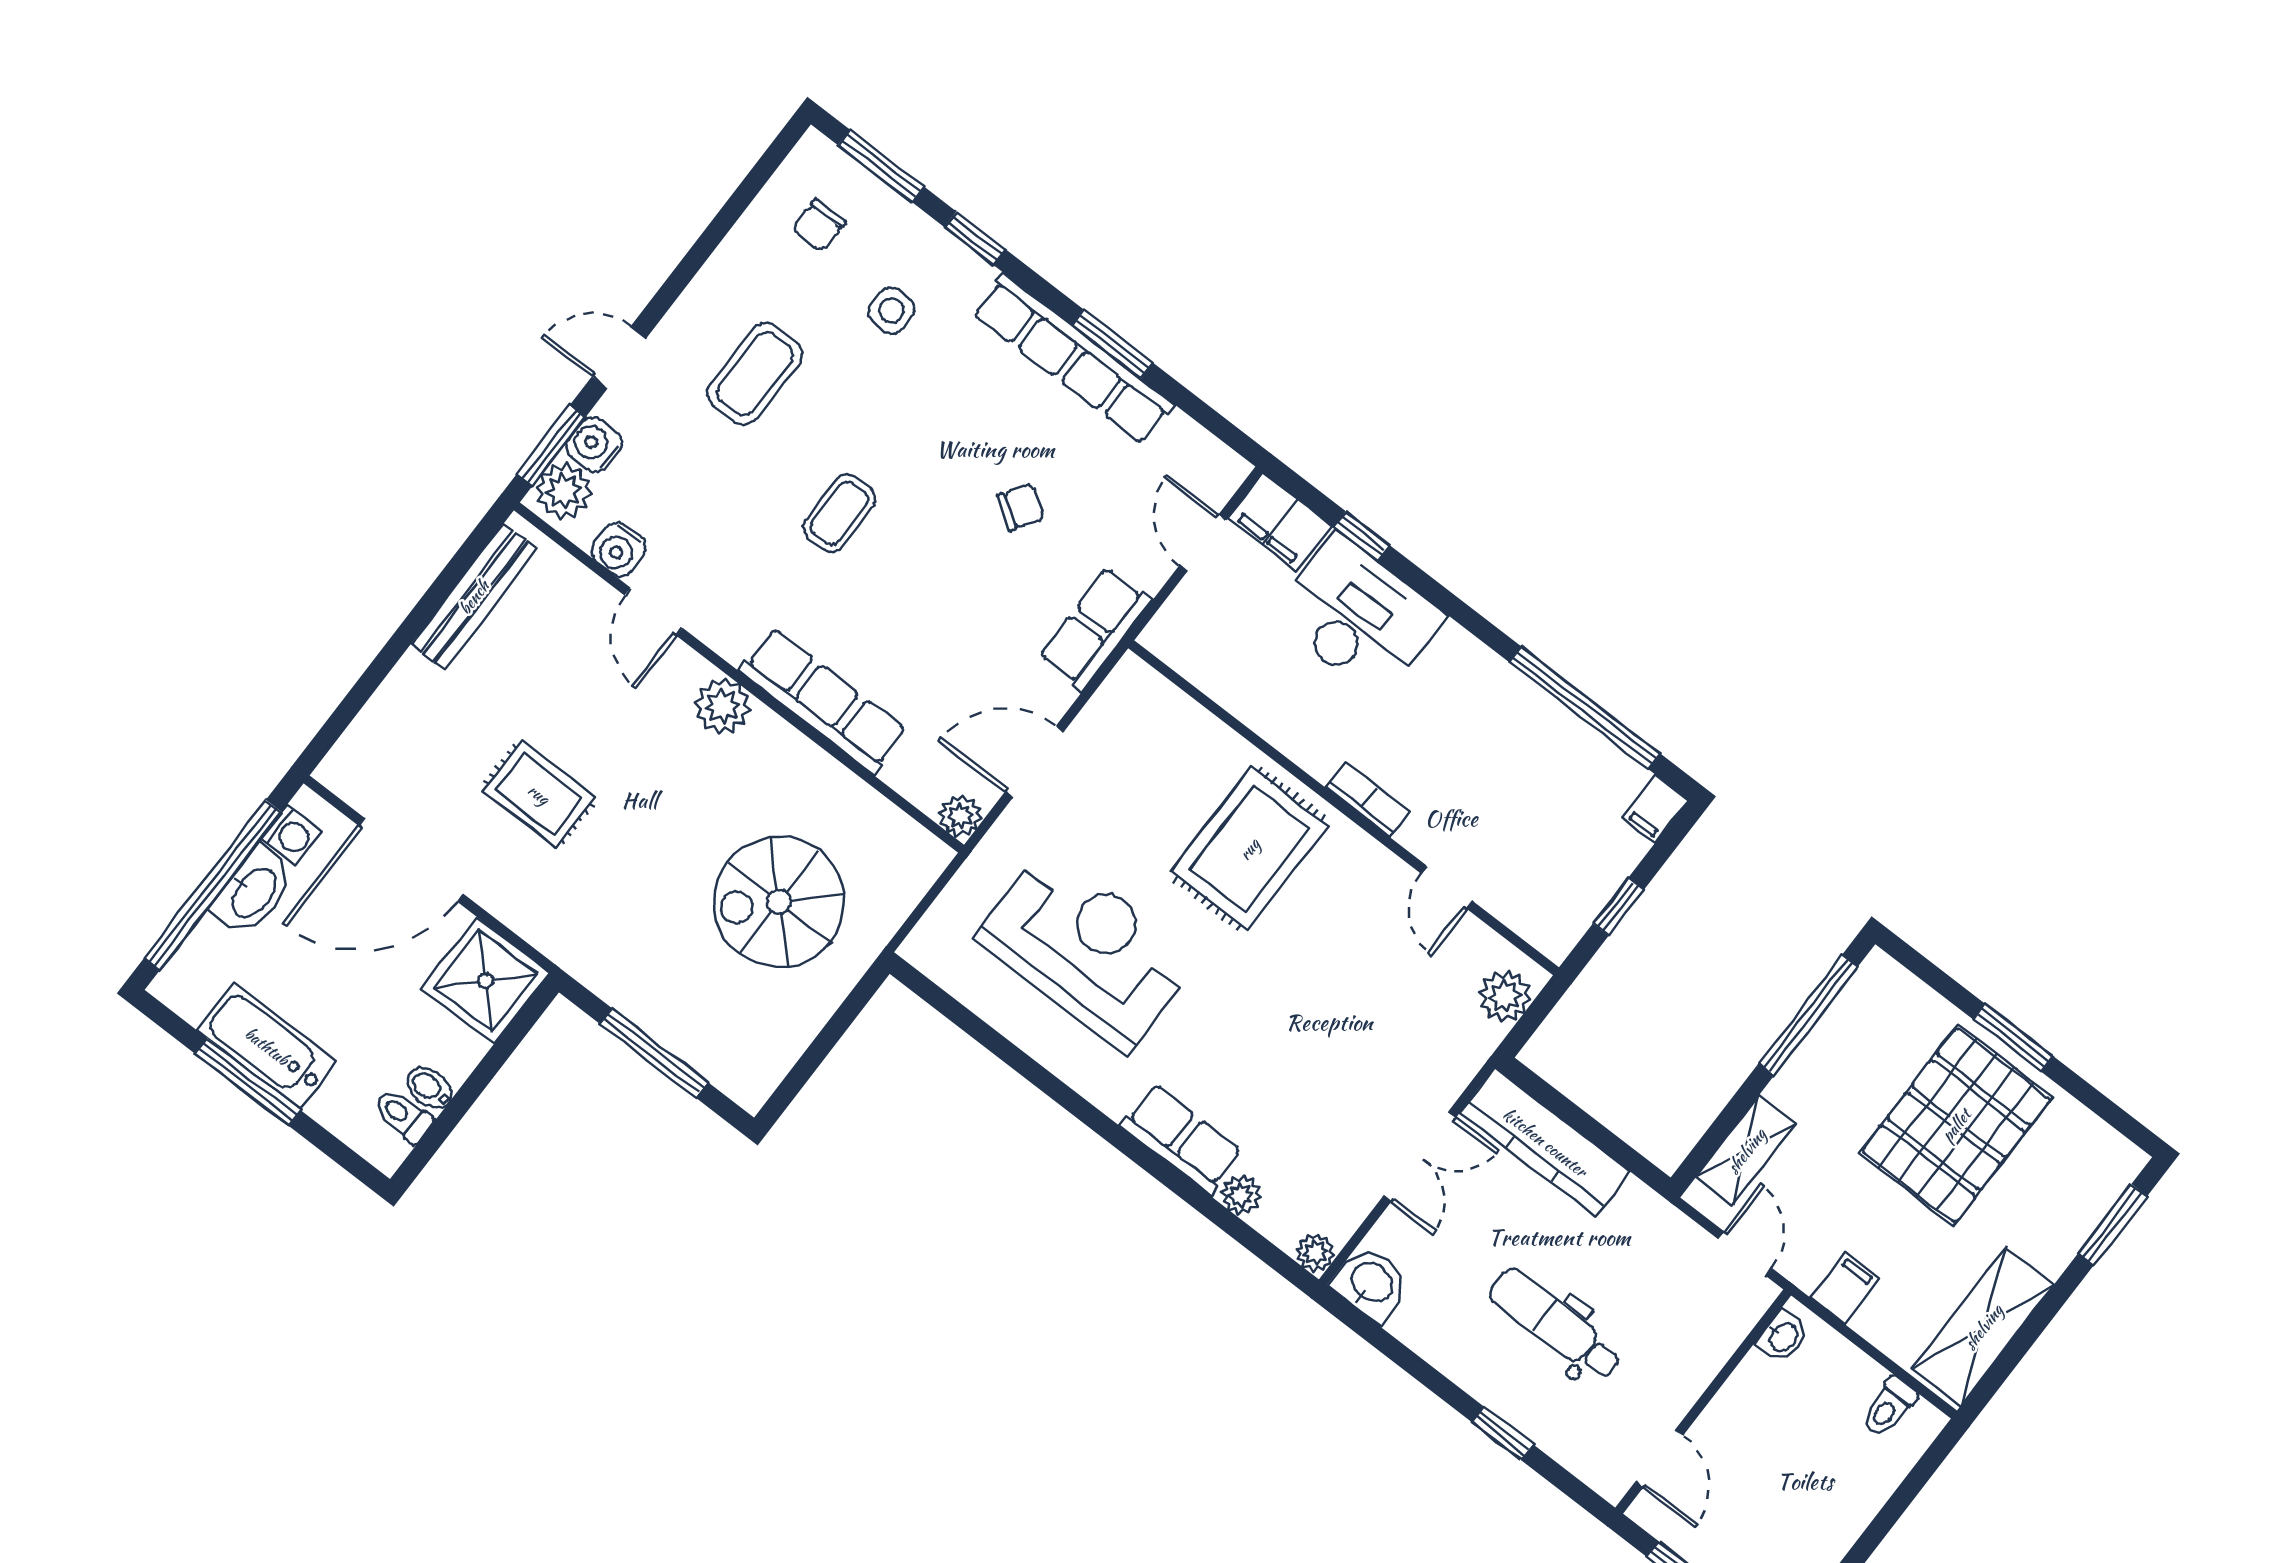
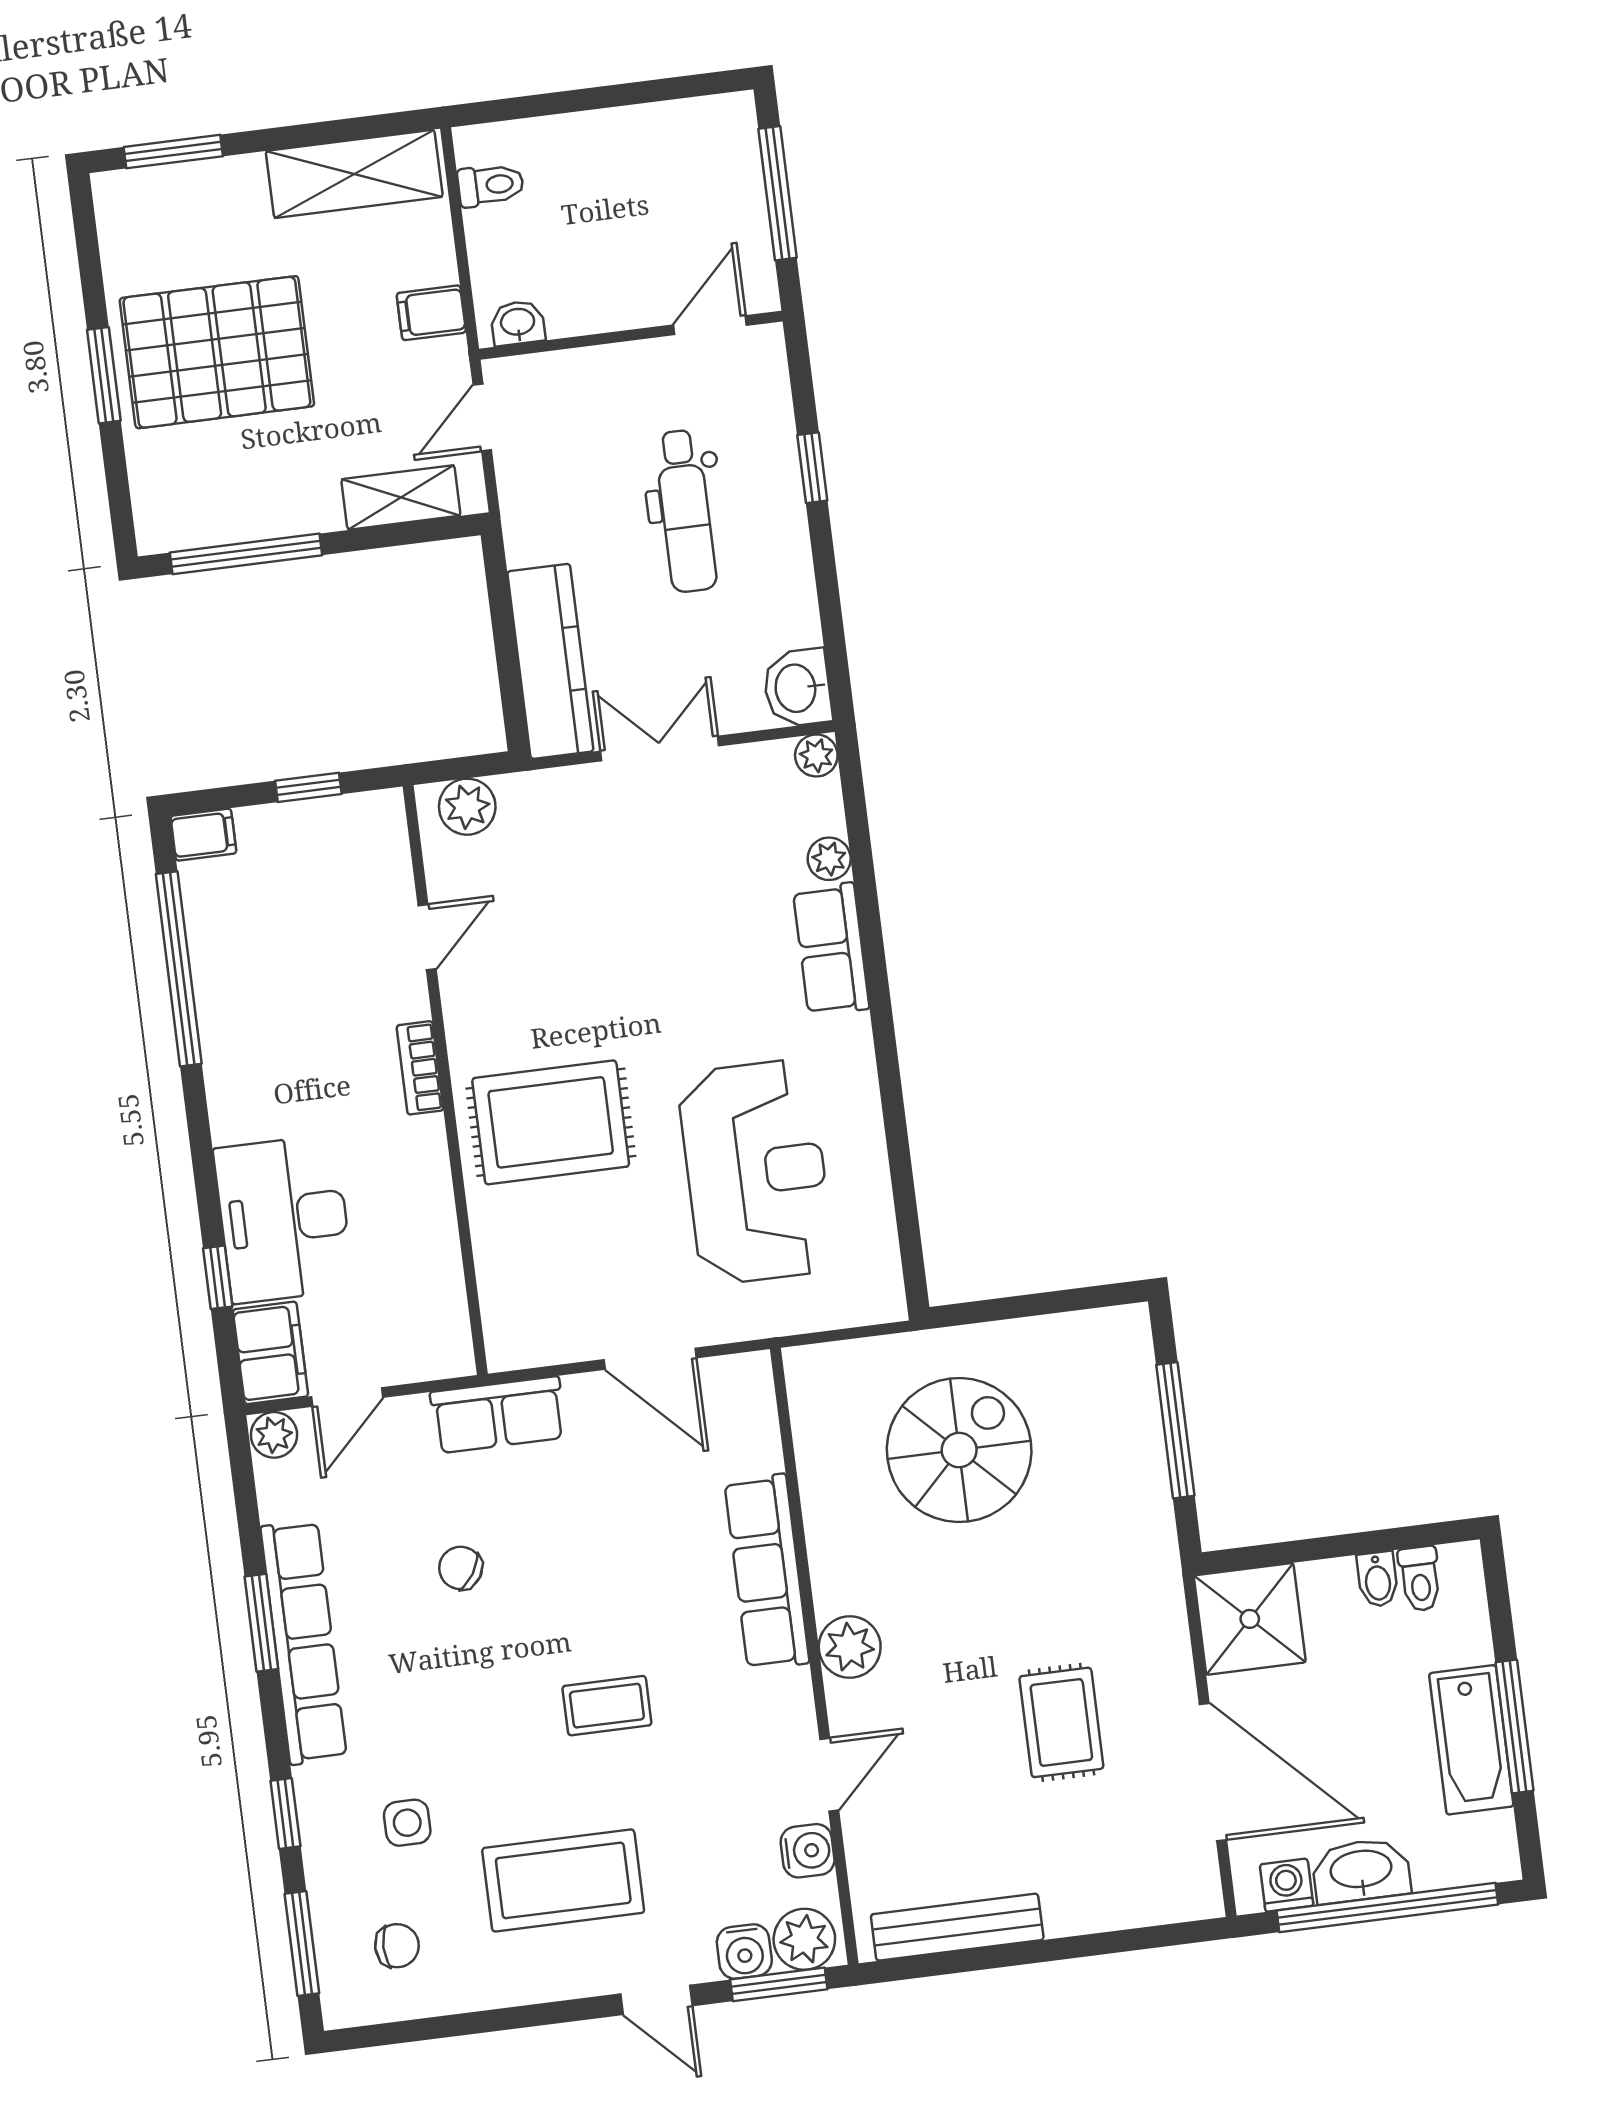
coffee table: (755, 374) -> (563, 1880), width x1.36, depth x1.32
plant: (960, 816) -> (274, 1435), moved
spiral stairs: (779, 902) -> (959, 1450), turned -90
reception desk: (1087, 949) -> (756, 1172), turned 180

